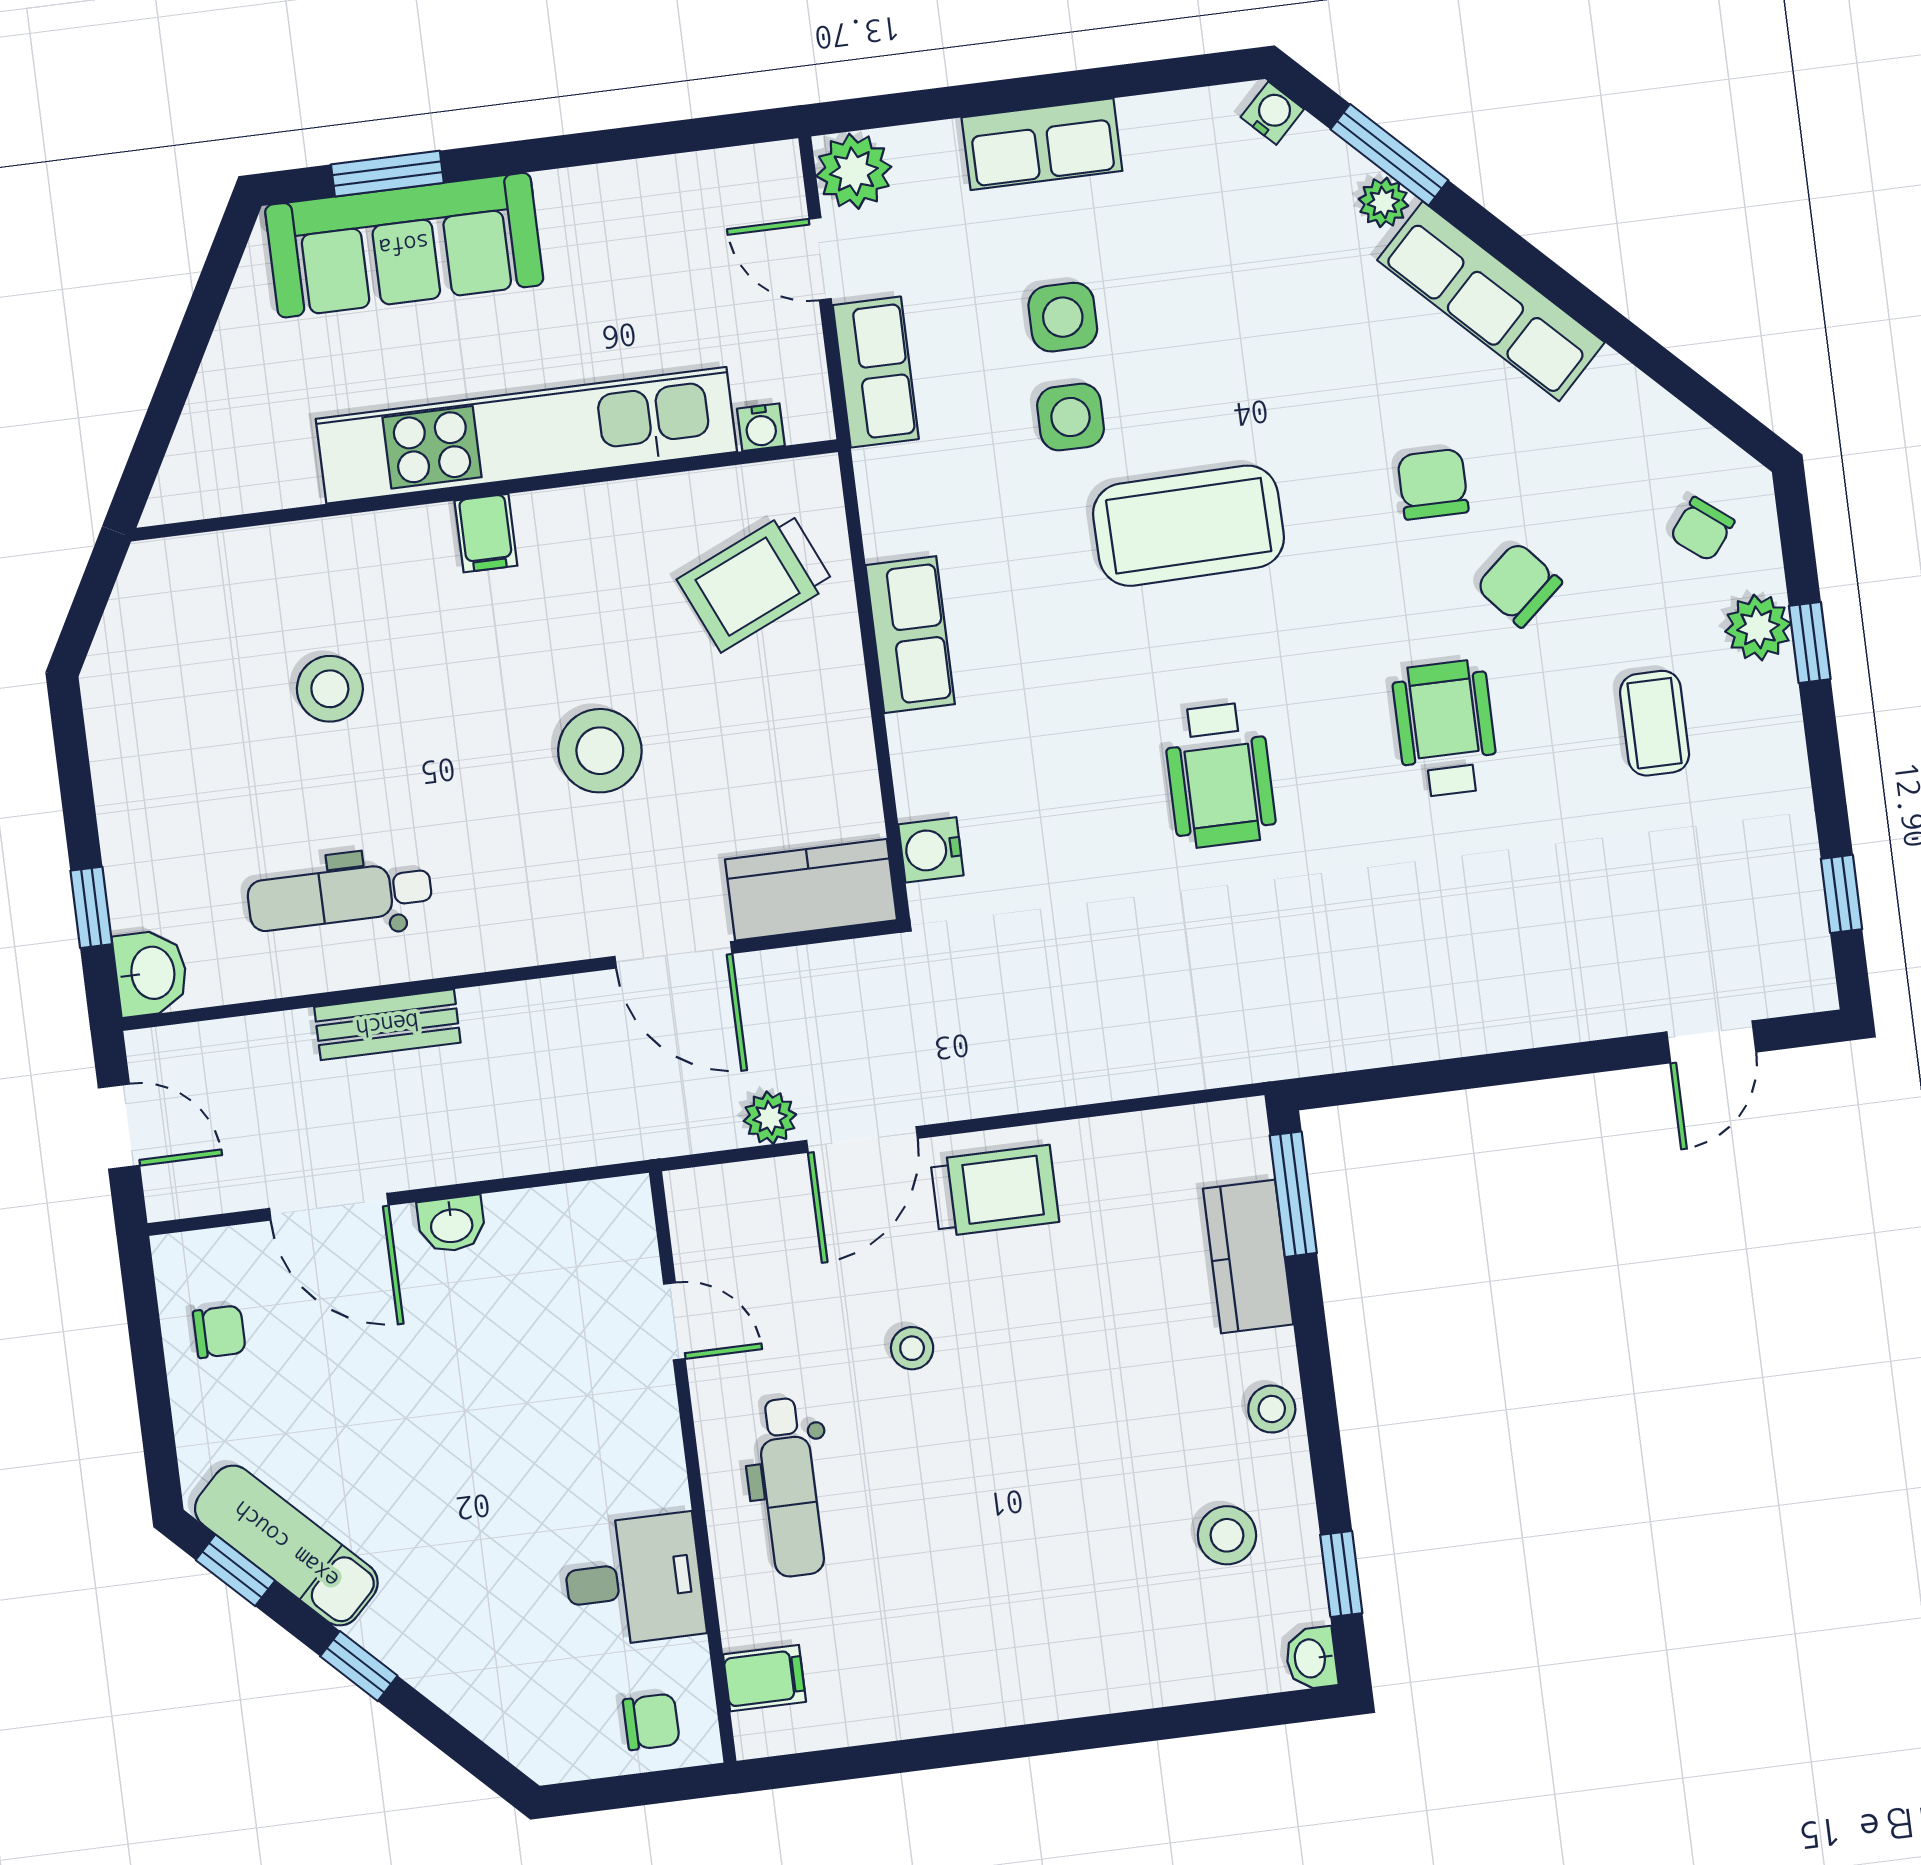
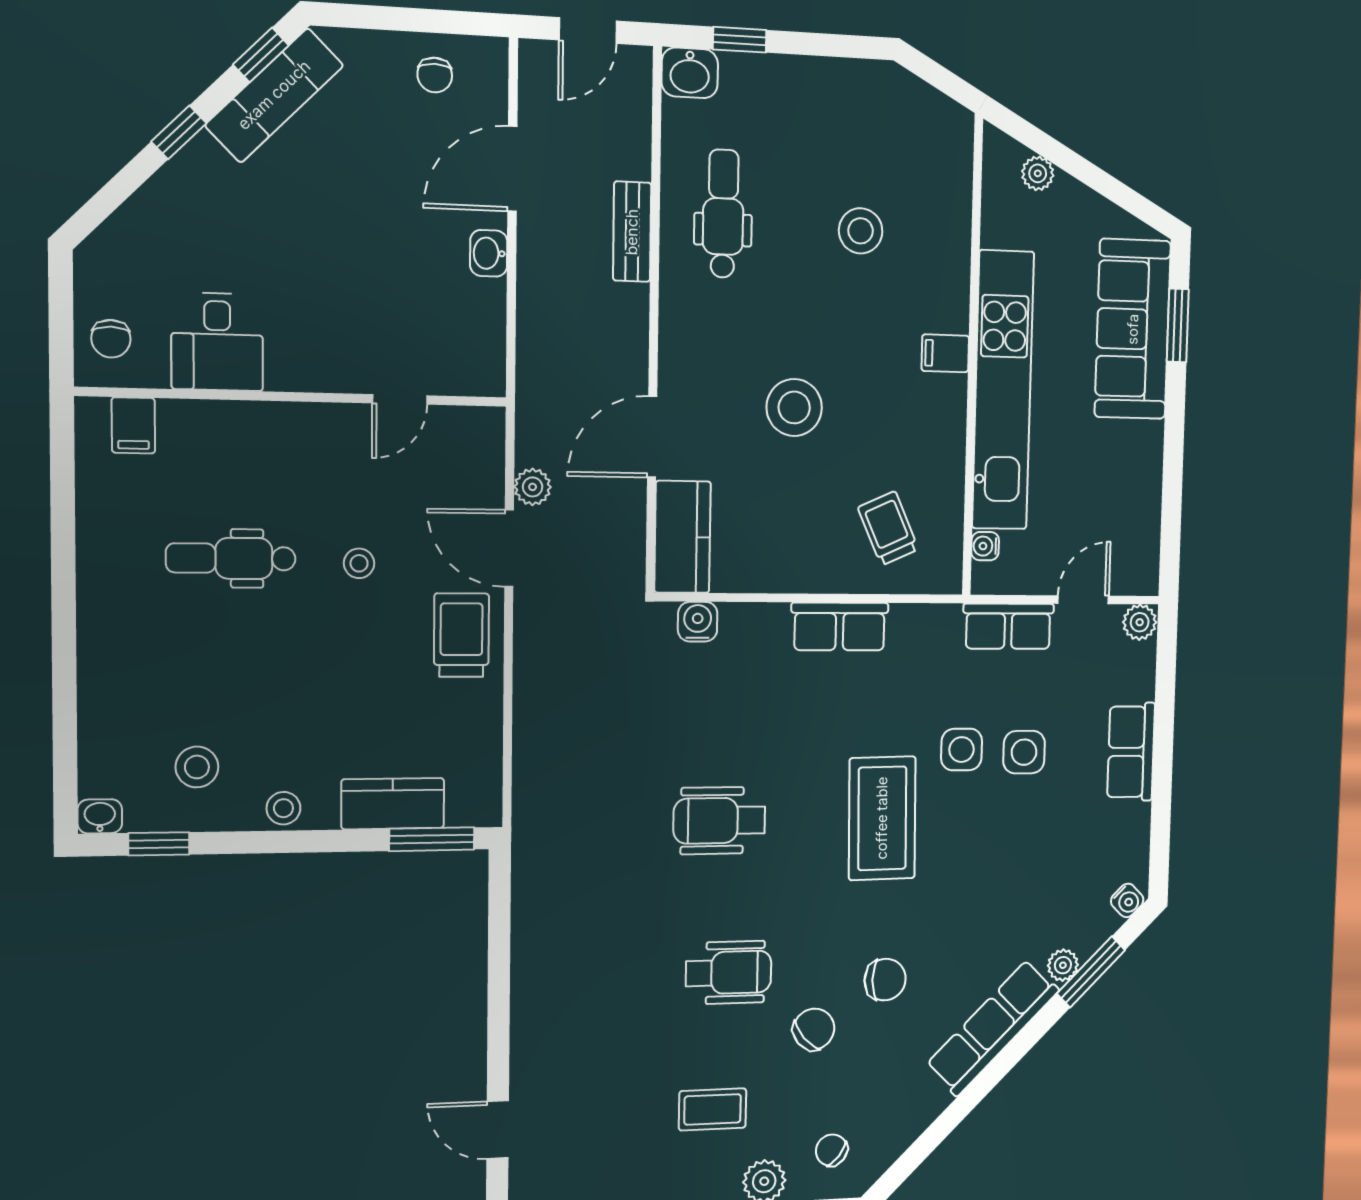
plant: (854, 171) -> (1140, 622), width x0.73, depth x0.73
plant: (201, 431) -> (1038, 173), added
trolley: (755, 582) -> (888, 528), width x0.73, depth x0.72
trolley: (995, 1191) -> (461, 635), turned 180
dental chair: (790, 1487) -> (231, 558), moved

